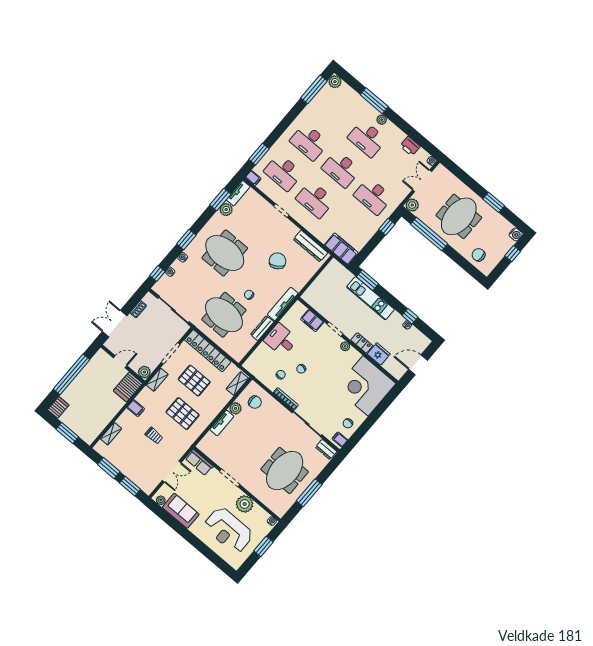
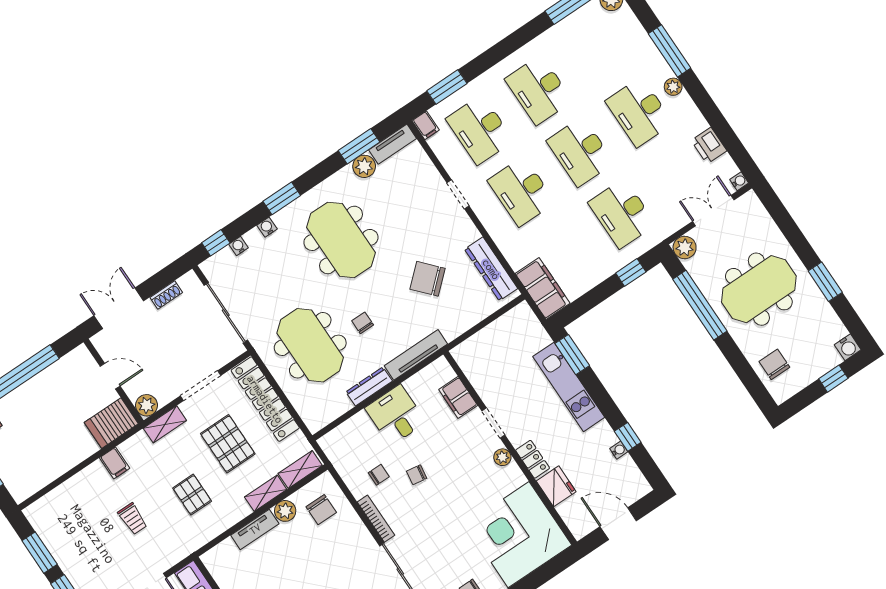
chair: (278, 261) -> (428, 279), turned -100
pallet: (183, 414) -> (192, 495), width x0.67, depth x0.71
shelving: (111, 434) -> (266, 493), moved

